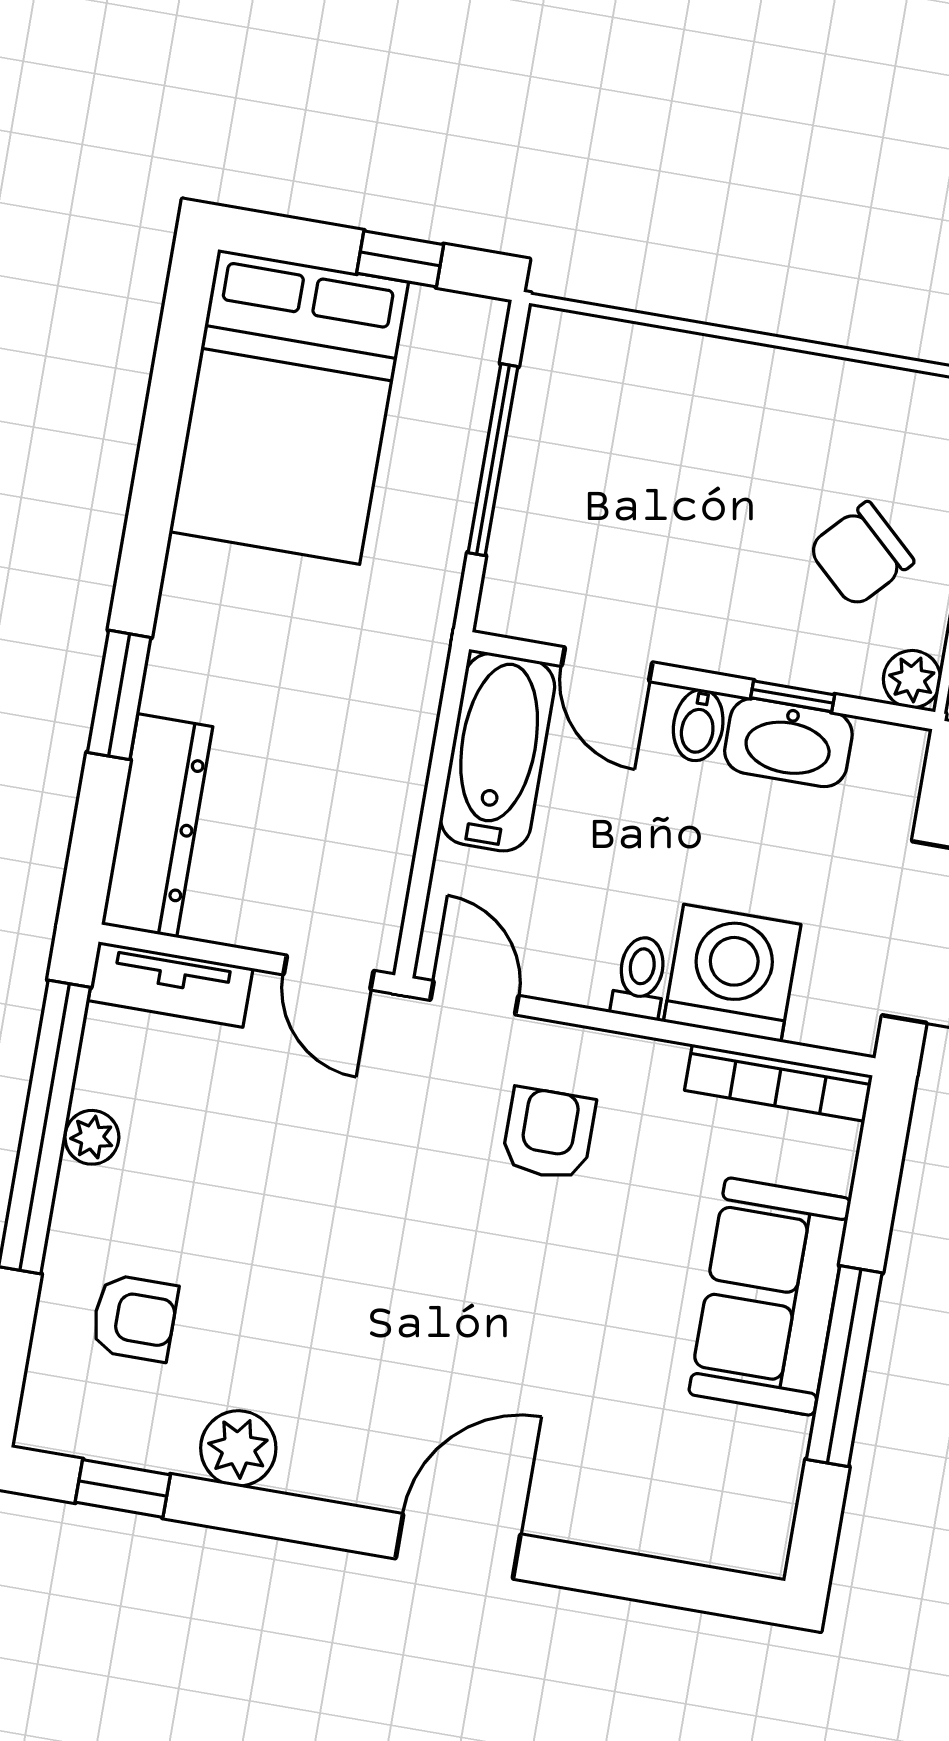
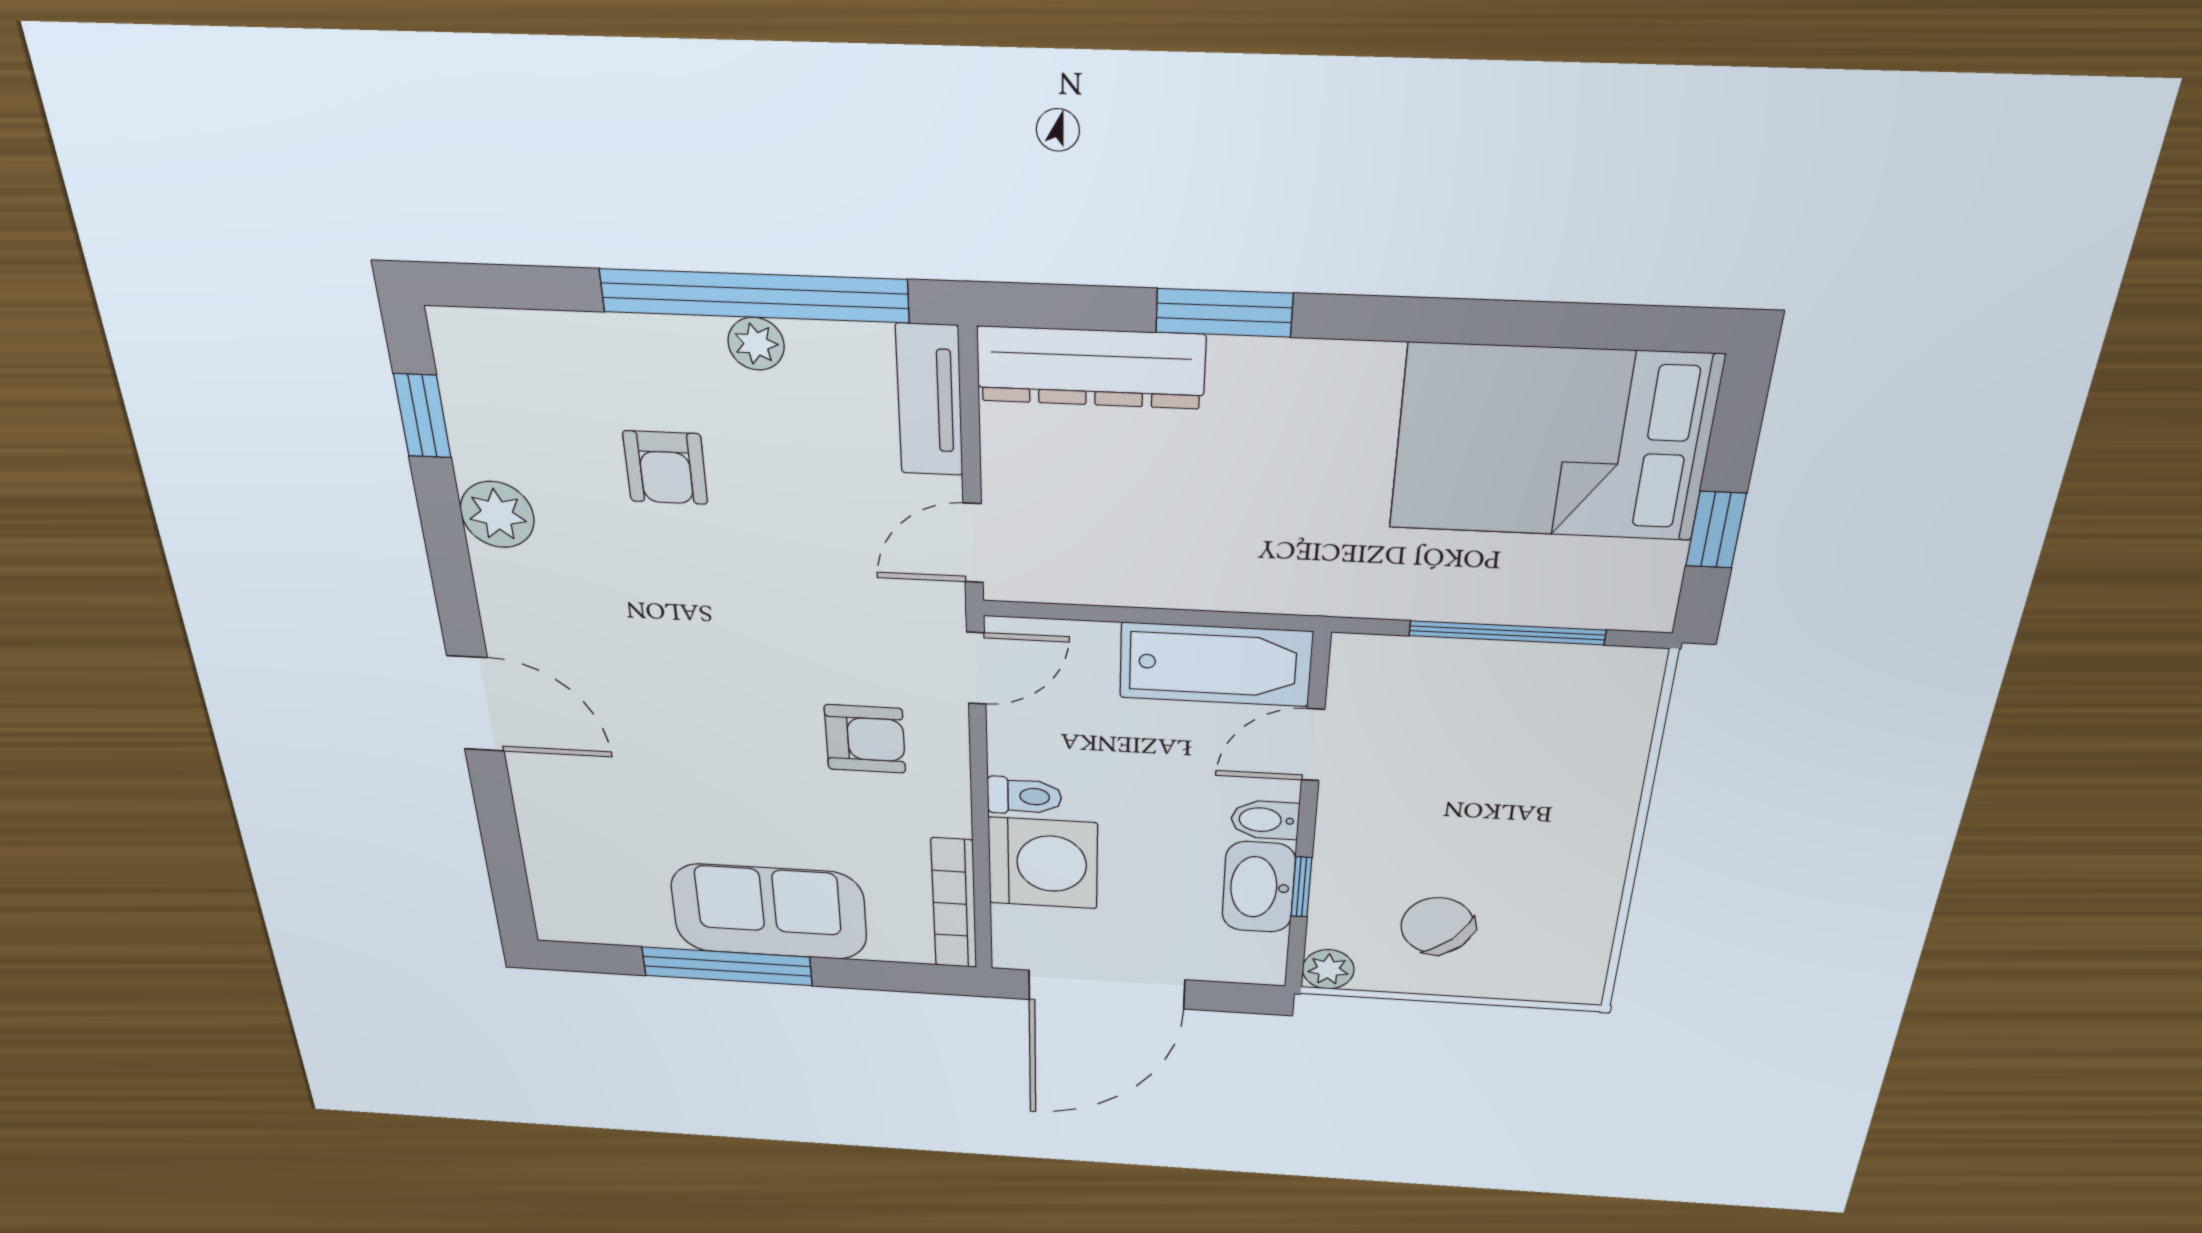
armchair: (134, 1318) -> (665, 468), moved

